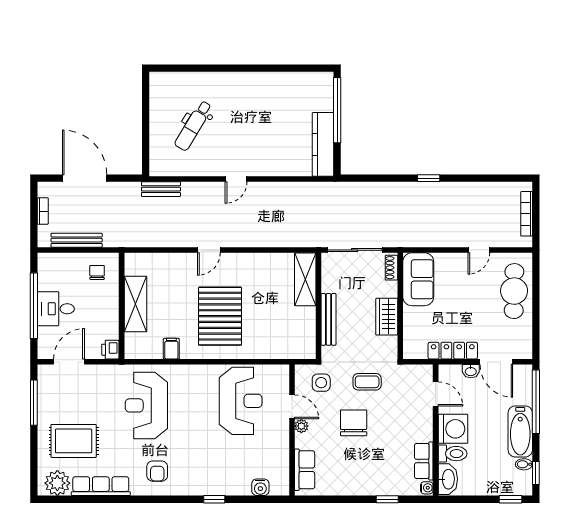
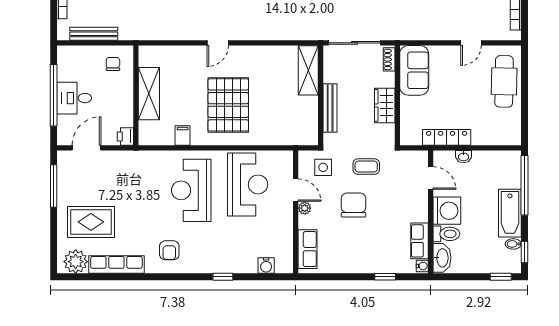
door: (496, 362) -> (487, 148), removed
reception desk: (146, 405) -> (191, 190), moved

